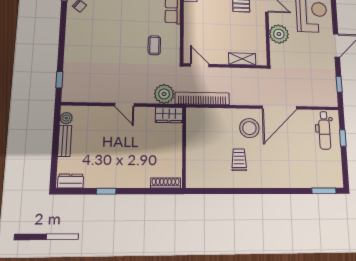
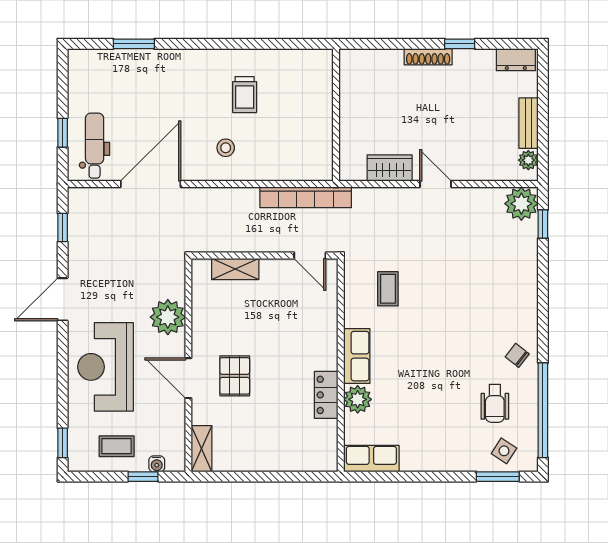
plant: (164, 94) -> (521, 204), moved
door: (279, 108) -> (151, 184), moved
wardrobe: (169, 115) -> (390, 168), moved
stool: (249, 128) -> (226, 148), width x0.53, depth x0.53
shoe rack: (166, 183) -> (428, 57), moved
window: (324, 191) -> (134, 44), moved

